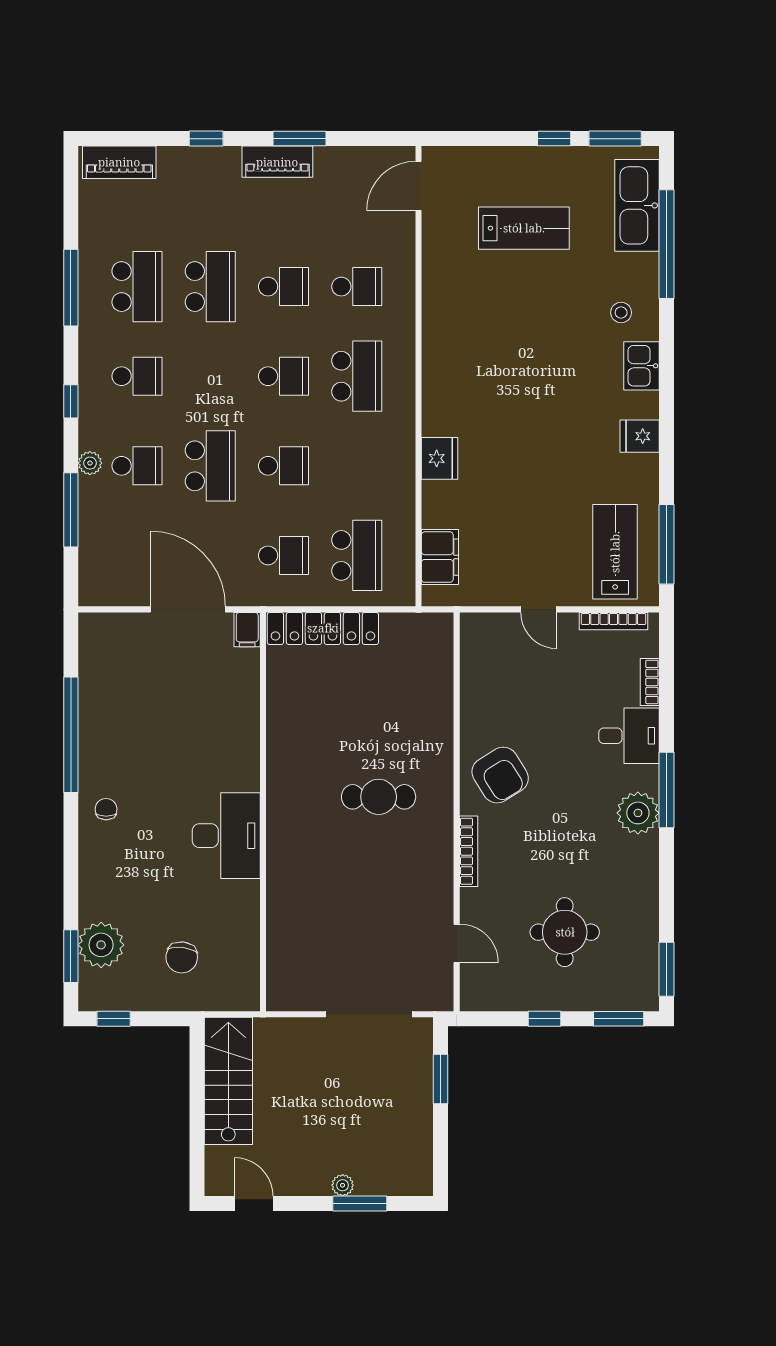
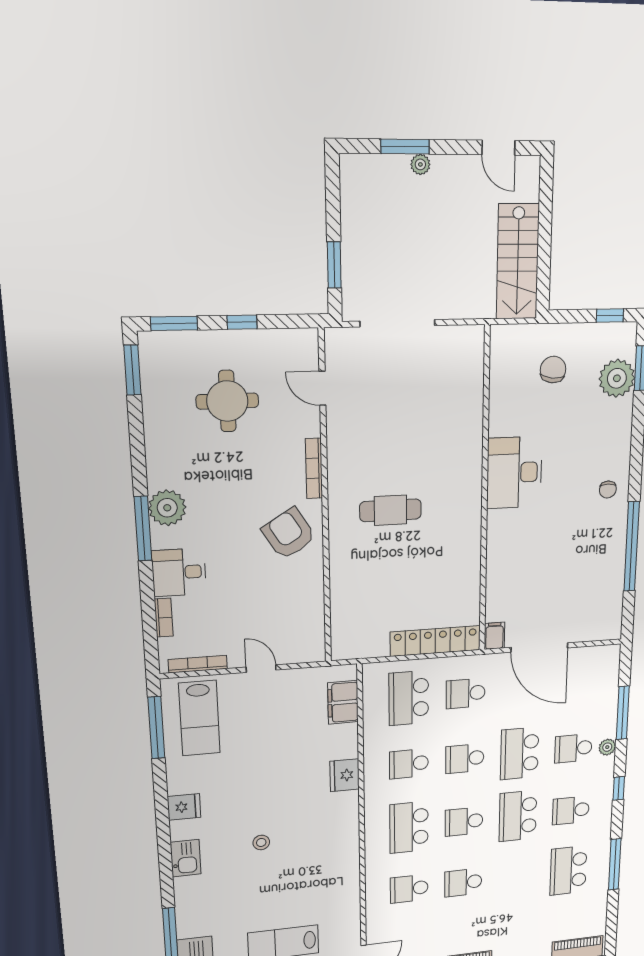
school desk: (210, 287) -> (518, 816), moved
stool: (621, 312) -> (261, 842), moved
school desk: (357, 466) -> (409, 764), added

